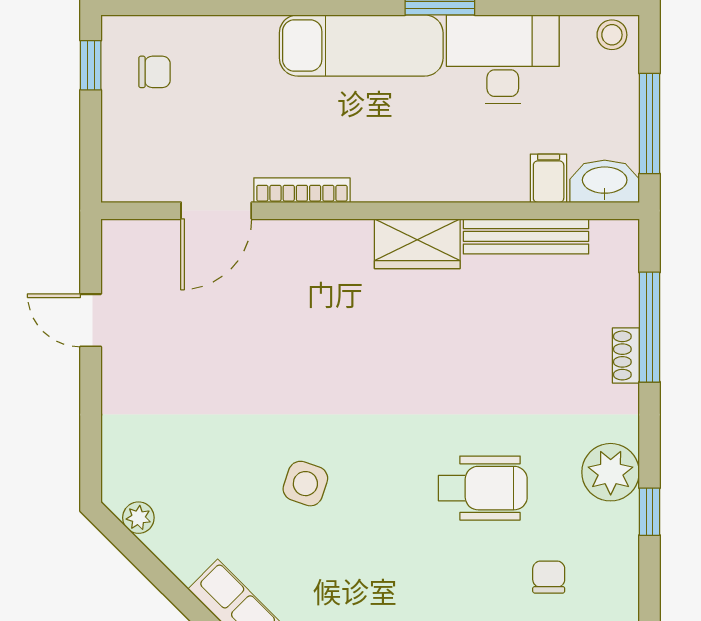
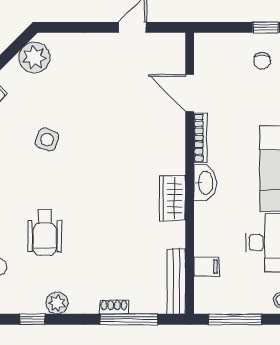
washbasin: (605, 181) -> (205, 183), moved
bench: (526, 236) -> (176, 281), moved
plant: (611, 472) -> (57, 303), width x0.73, depth x0.73
plant: (138, 518) -> (34, 57), width x1.88, depth x1.88

